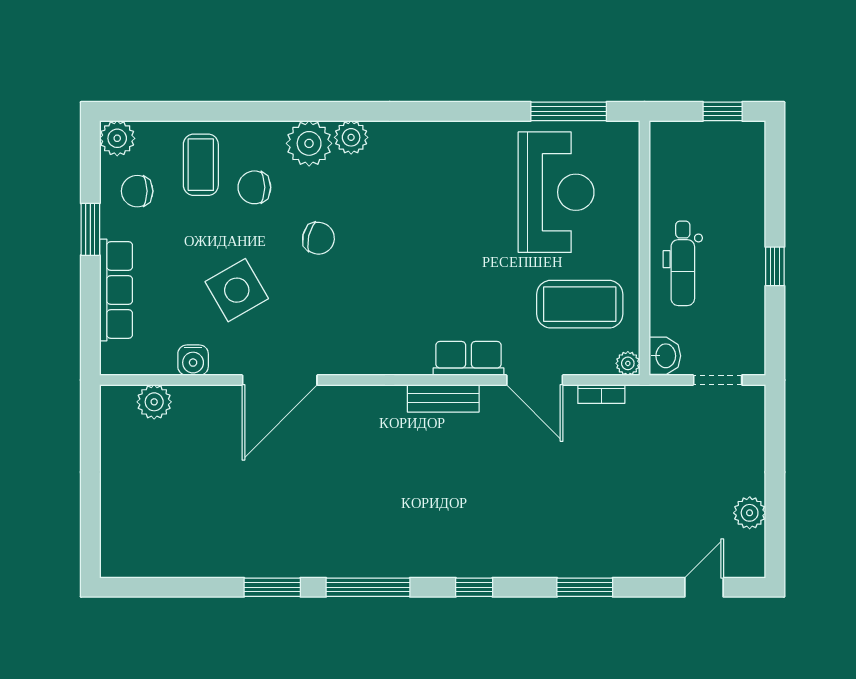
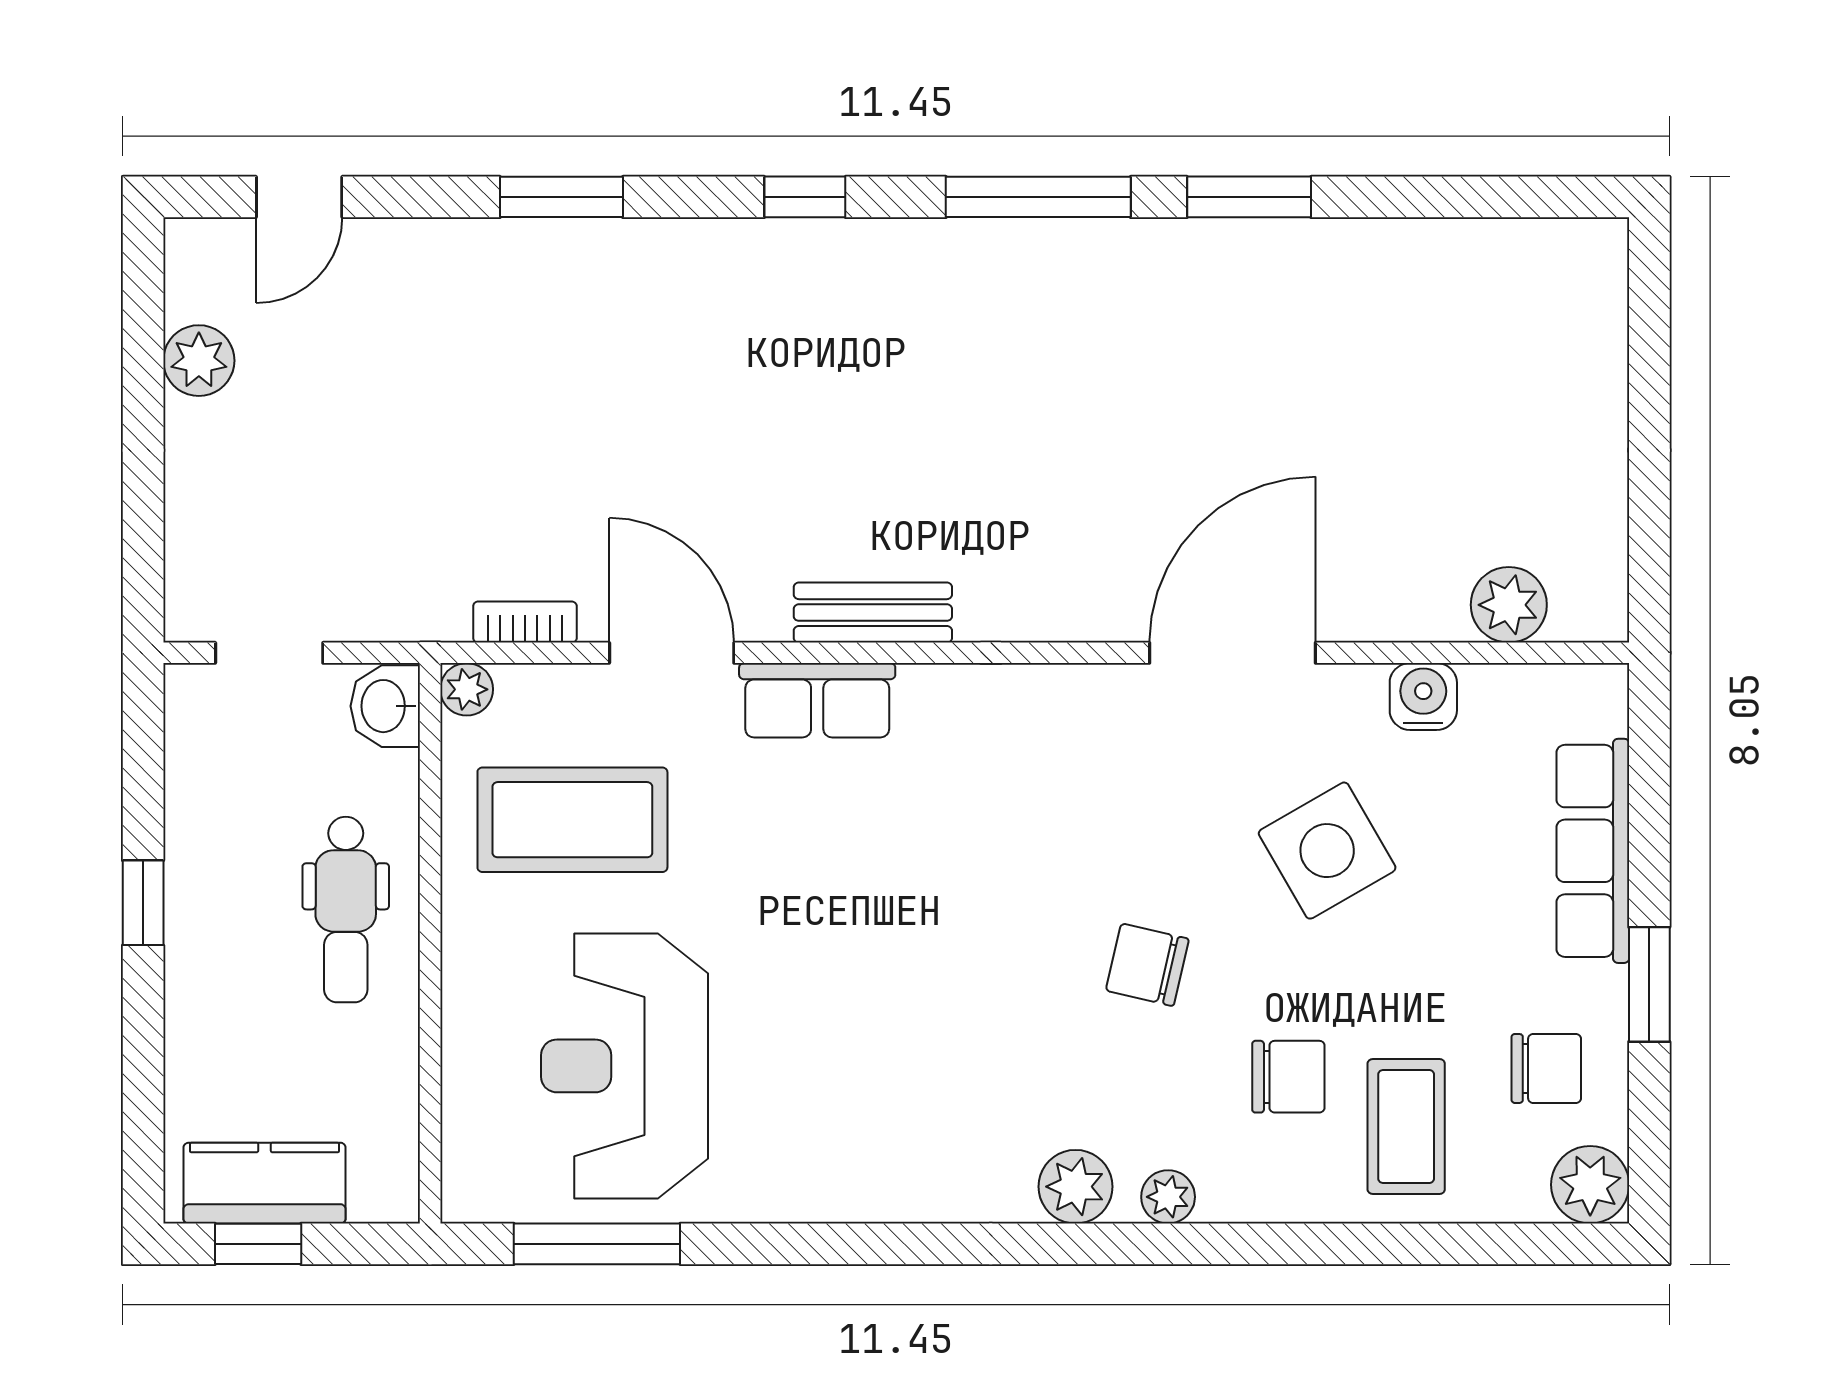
kitchen counter: (720, 139) -> (265, 1183), added
plant: (309, 143) -> (1168, 1197), width x0.53, depth x0.53
dental chair: (683, 263) -> (346, 910), turned 180

